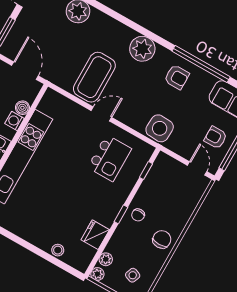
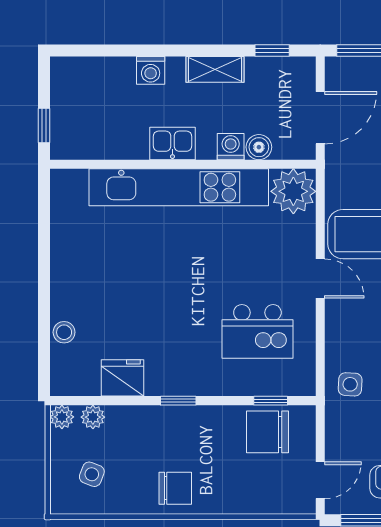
plant: (53, 103) -> (293, 191), added
side table: (160, 128) -> (350, 384), width x0.54, depth x0.54
chair: (138, 215) -> (268, 432), moved, width x1.87, depth x1.87

